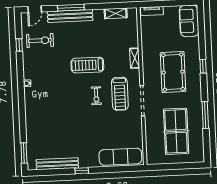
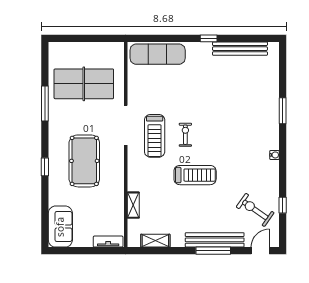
exercise bike: (40, 40) -> (255, 210), turned 35
shelving: (135, 58) -> (133, 205), moved
treadmill: (120, 94) -> (155, 136), turned 180
table tennis table: (176, 131) -> (84, 84), turned 90
window: (24, 153) -> (283, 111), moved

